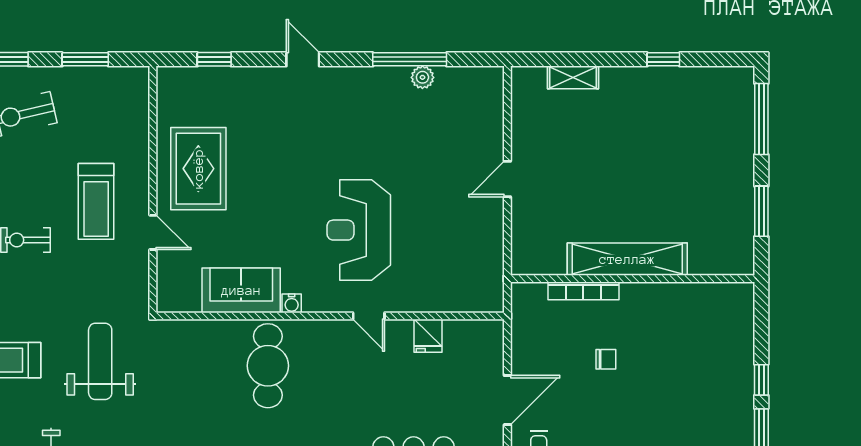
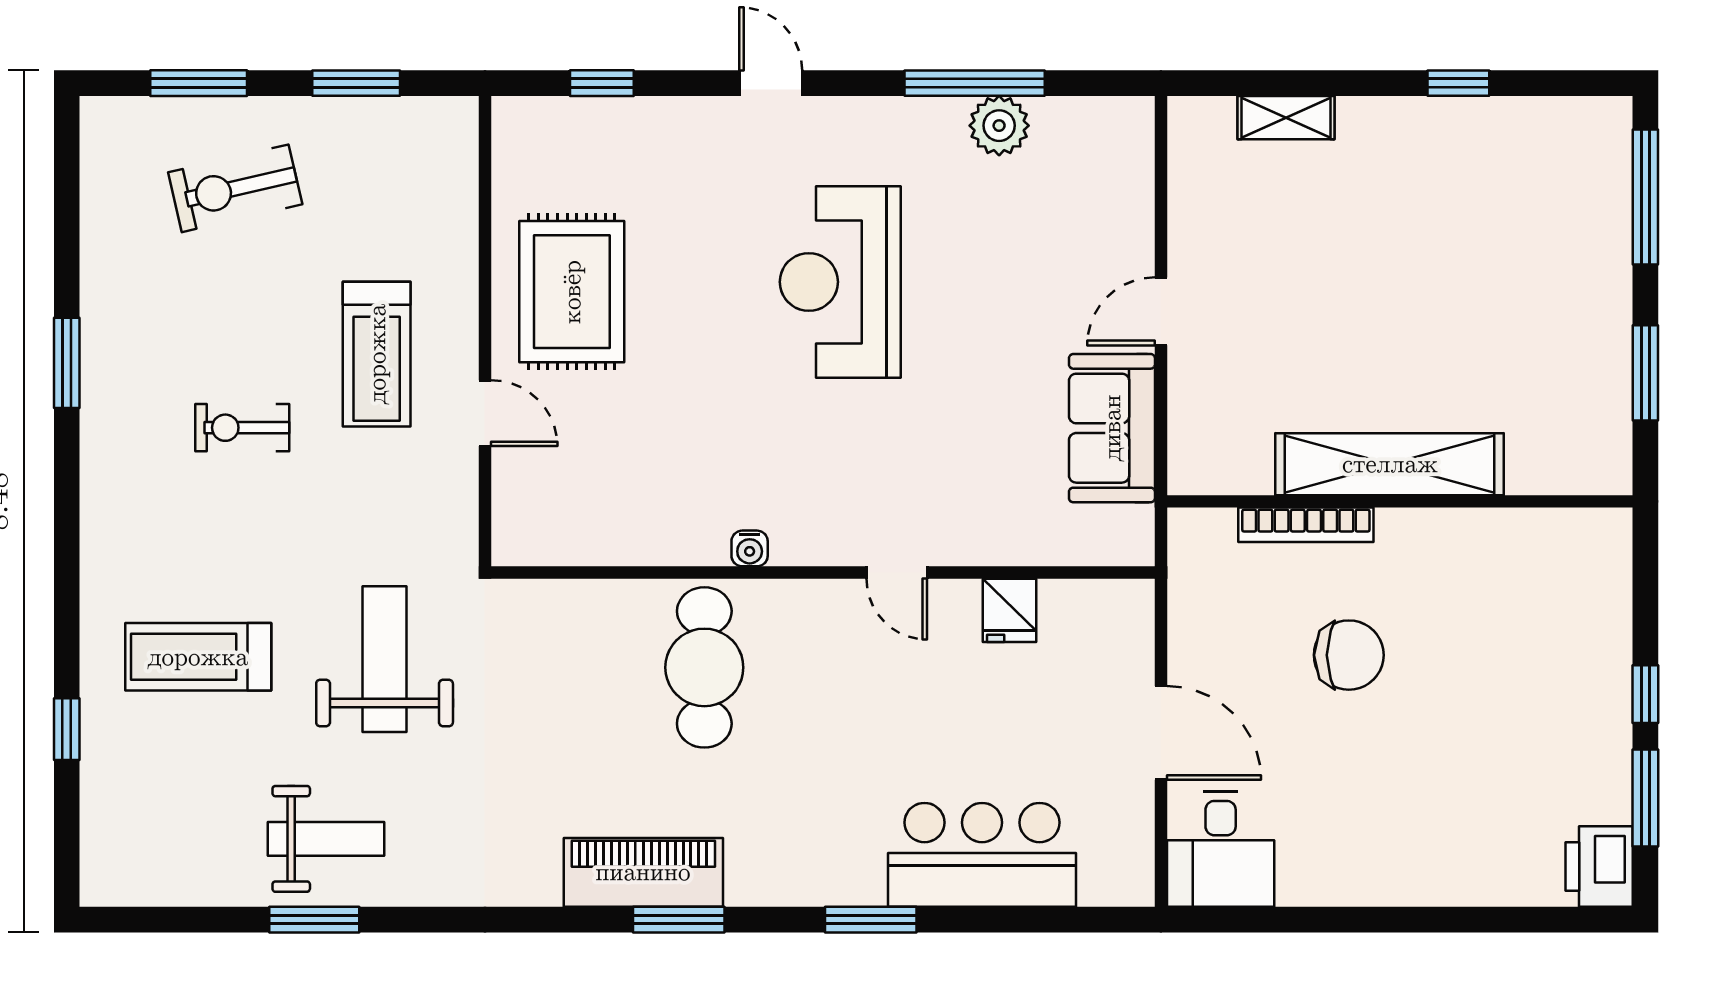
plant: (422, 77) -> (999, 126), width x1.38, depth x1.38
reception desk: (359, 230) -> (840, 282), moved
sofa: (241, 290) -> (1112, 428), moved, turned -90
chair: (606, 359) -> (1349, 655), width x1.87, depth x1.87
door: (507, 400) -> (1161, 733), hinge flipped

